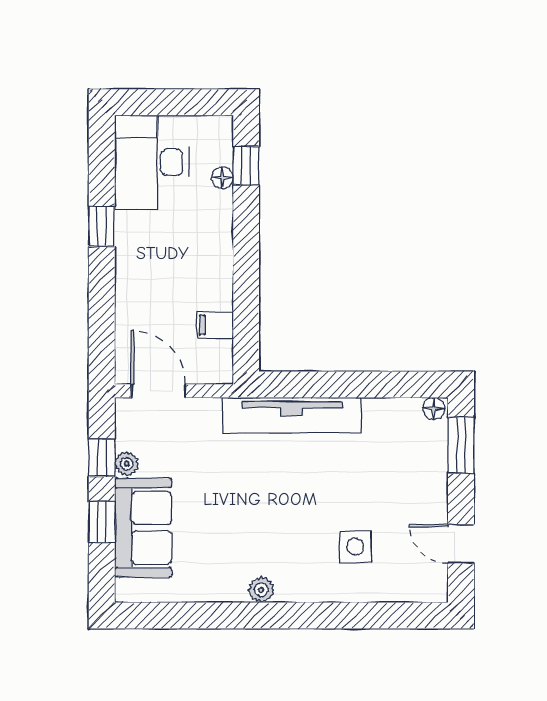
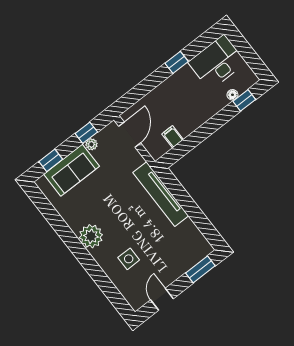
floor lamp: (434, 408) -> (207, 248), removed
window: (102, 522) -> (51, 160), moved
plant: (261, 590) -> (91, 236), width x1.87, depth x1.87

